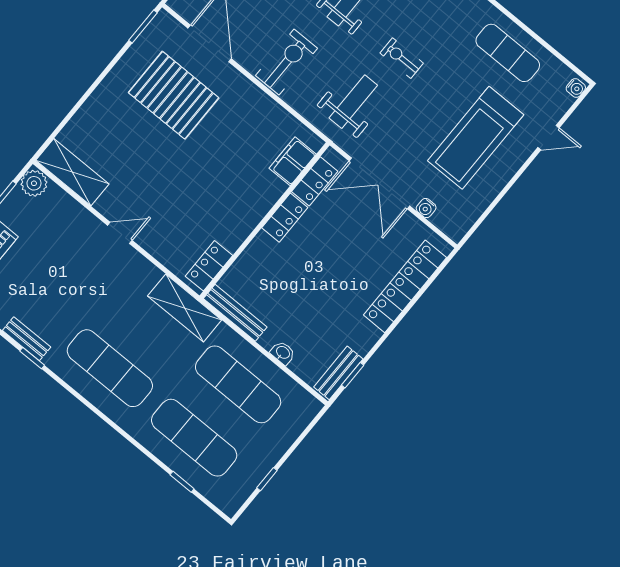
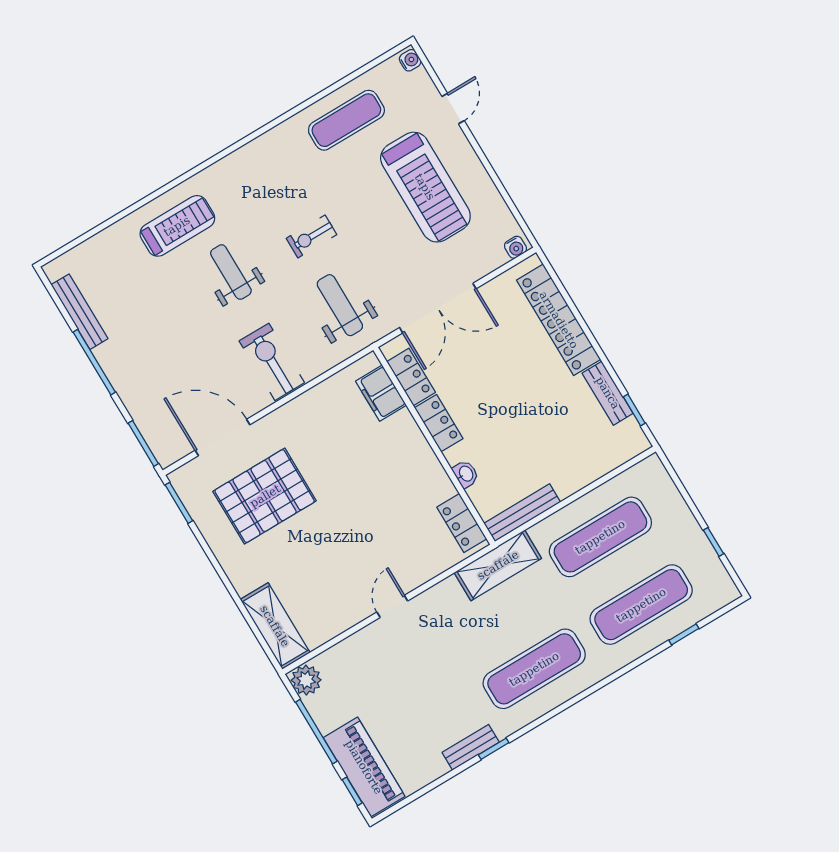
shelving: (72, 172) -> (275, 626), moved, turned 90
water cooler: (426, 208) -> (515, 247), moved
washbasin: (283, 353) -> (466, 474), moved, turned 90
bench: (338, 373) -> (608, 393), moved

